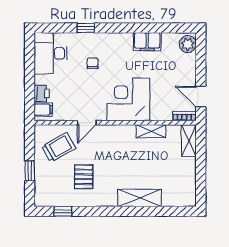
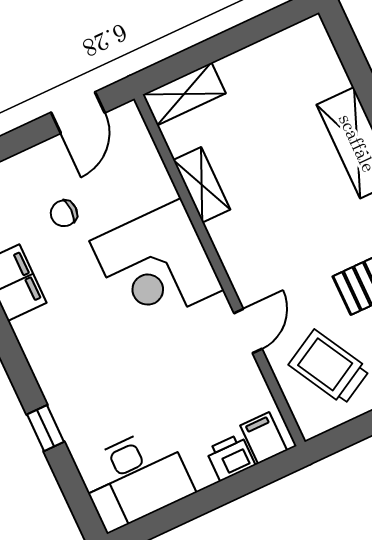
chair: (93, 63) -> (64, 213), moved
bookcase: (184, 116) -> (136, 128), removed
door: (87, 123) -> (248, 331), hinge flipped

